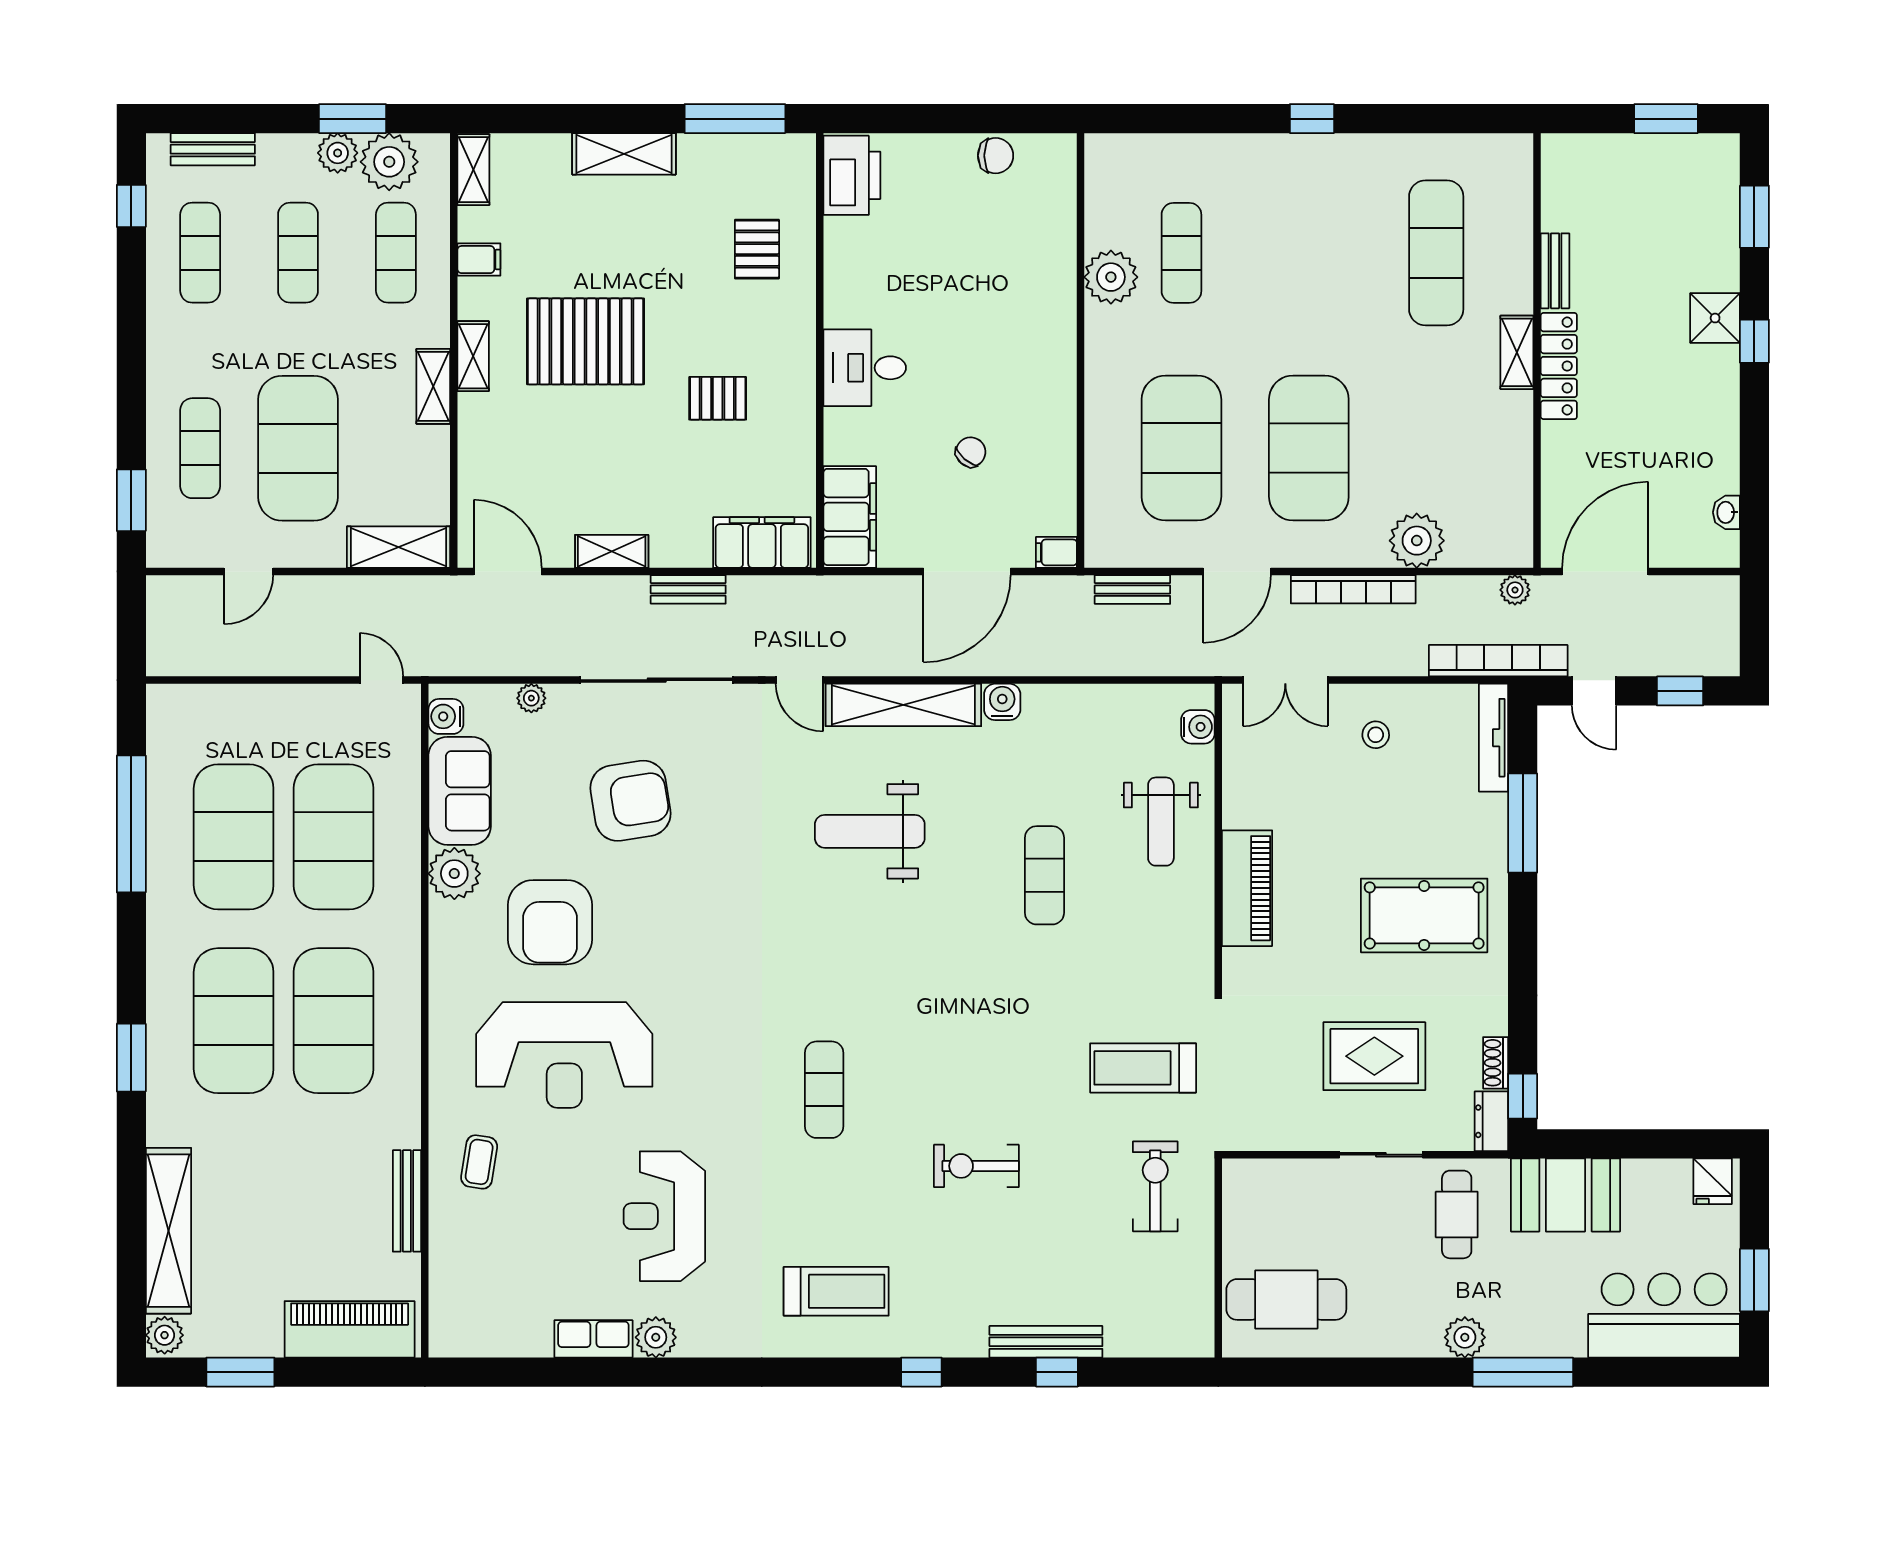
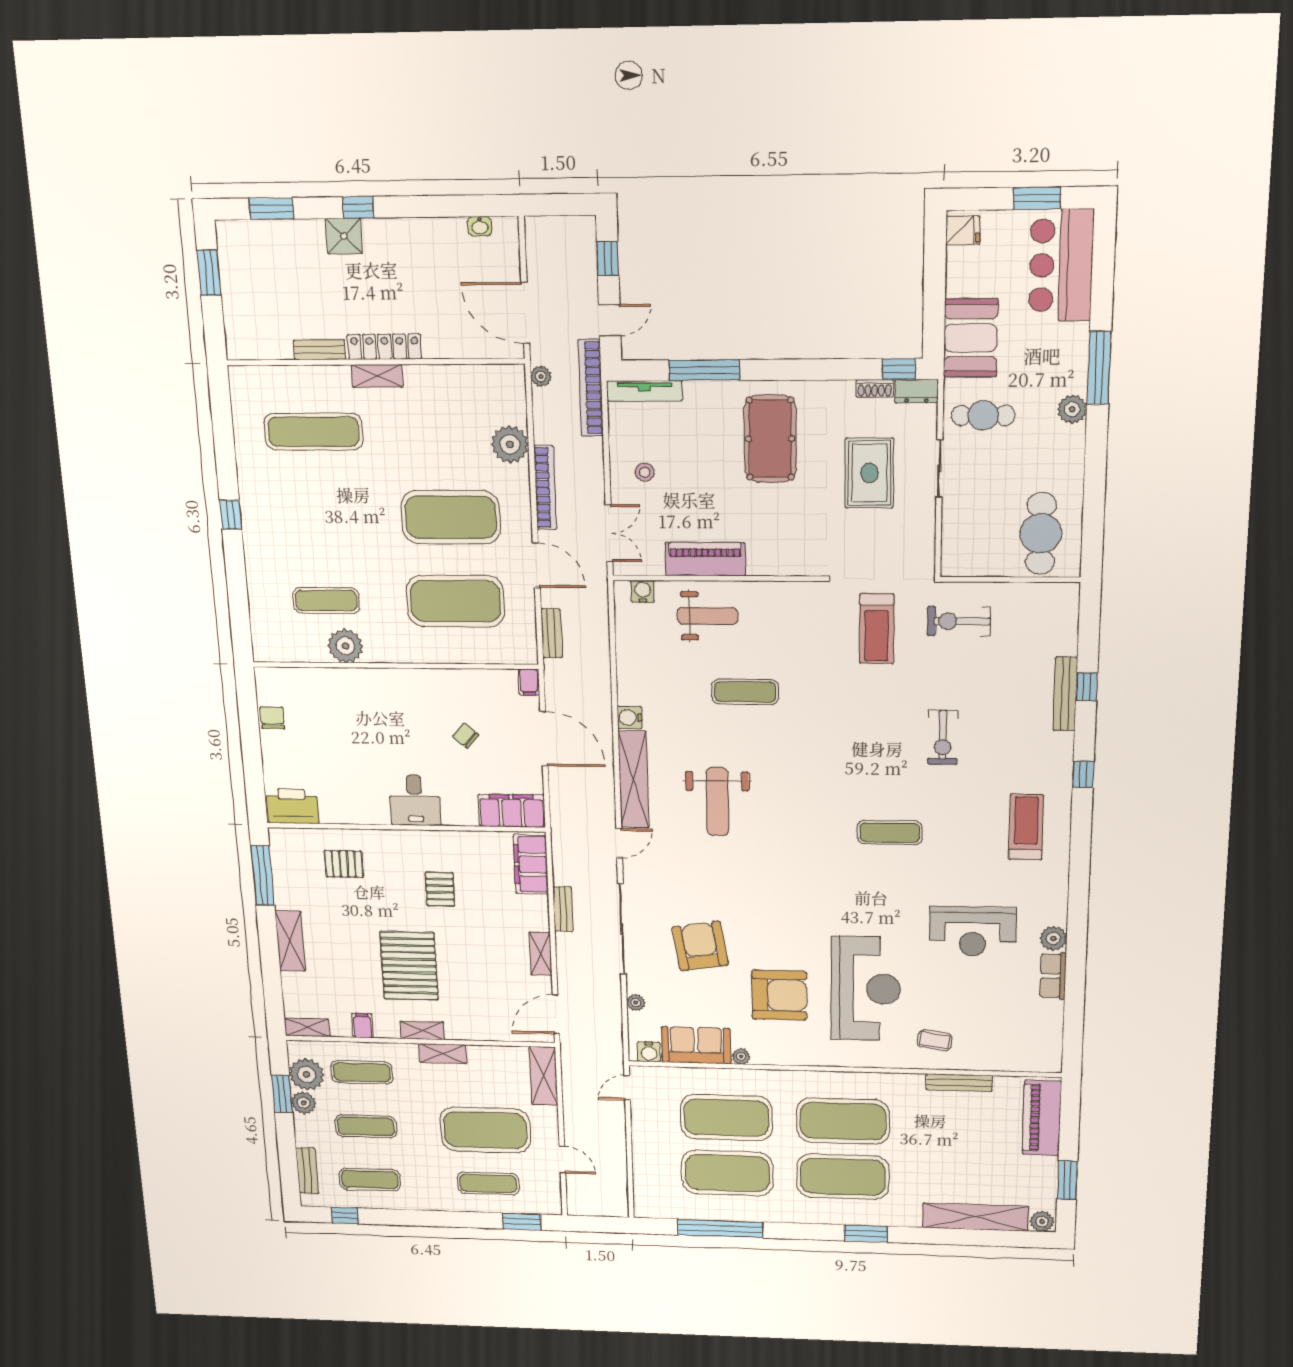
plant: (454, 874) -> (741, 1056), width x0.53, depth x0.53
piano: (1247, 888) -> (705, 559), moved

